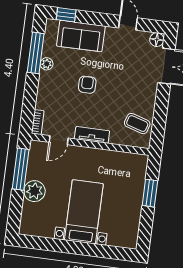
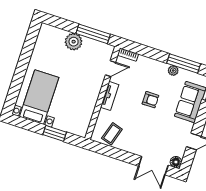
door: (59, 140) -> (110, 69), swing flipped
bed with nightstands: (84, 212) -> (39, 97), moved, turned -90

